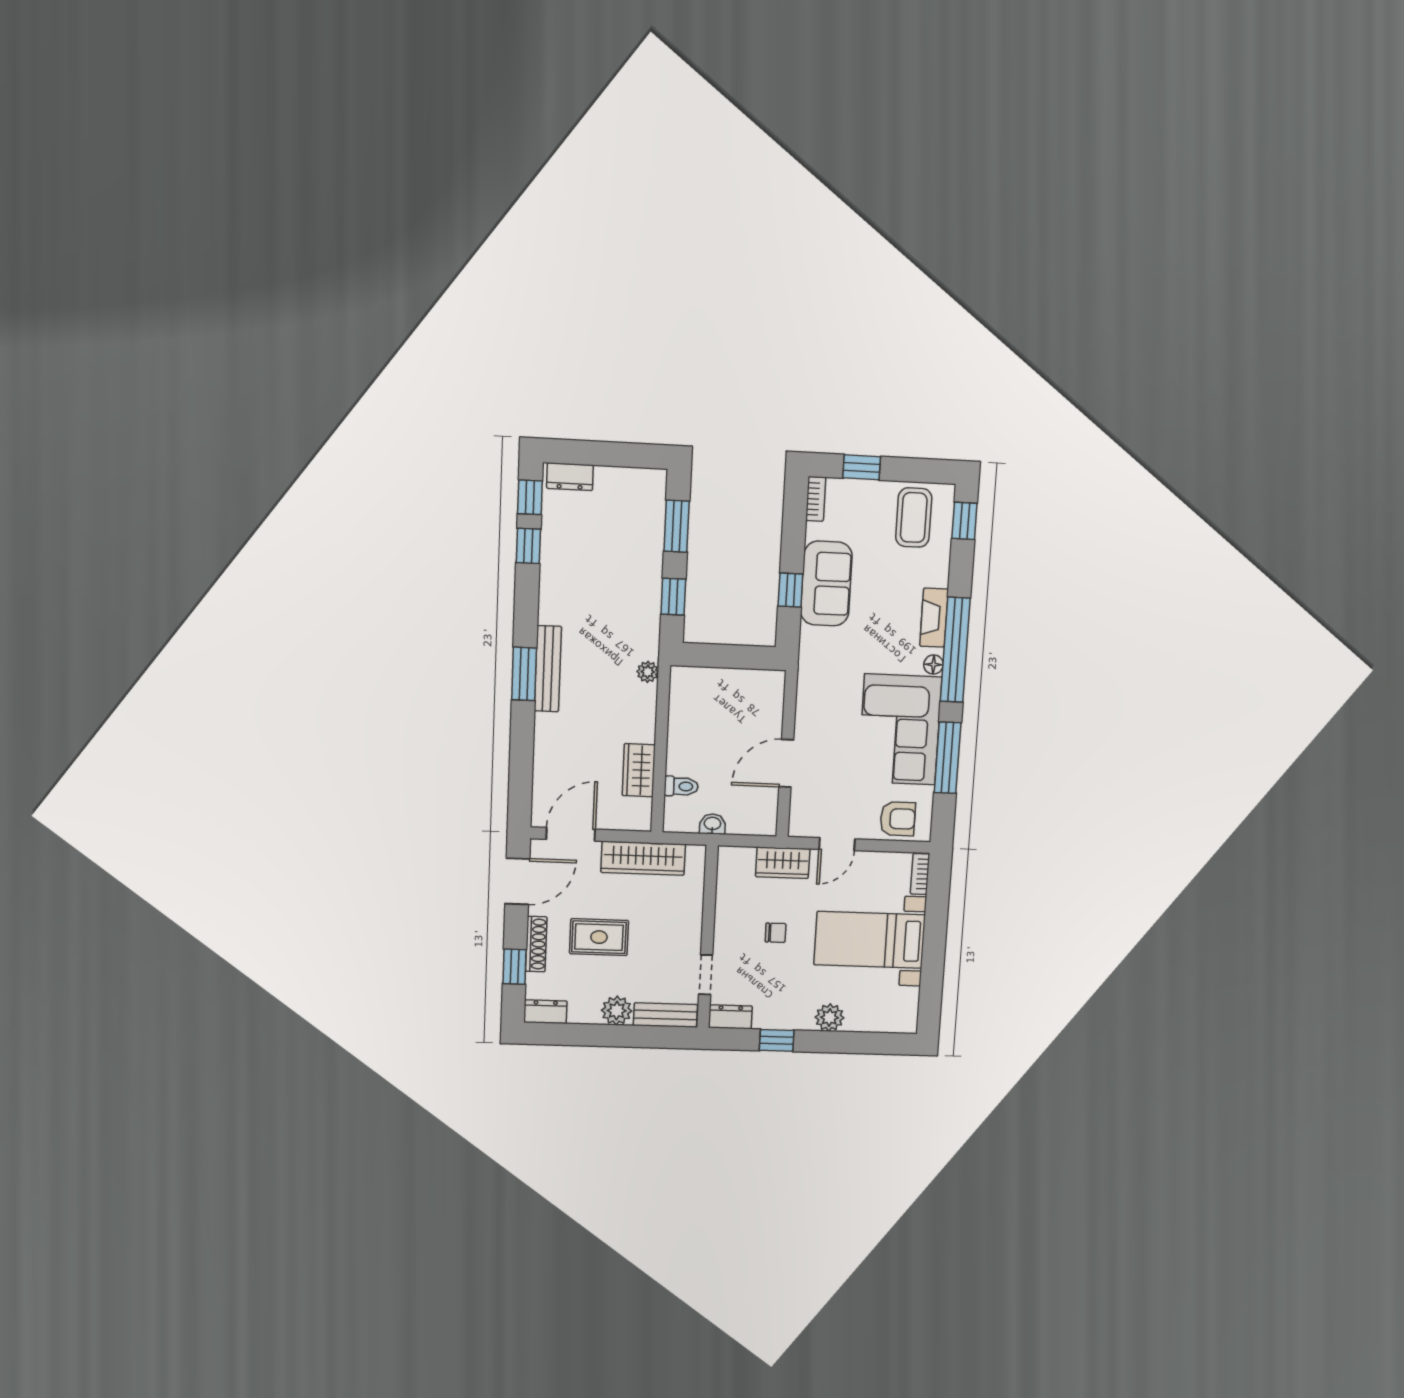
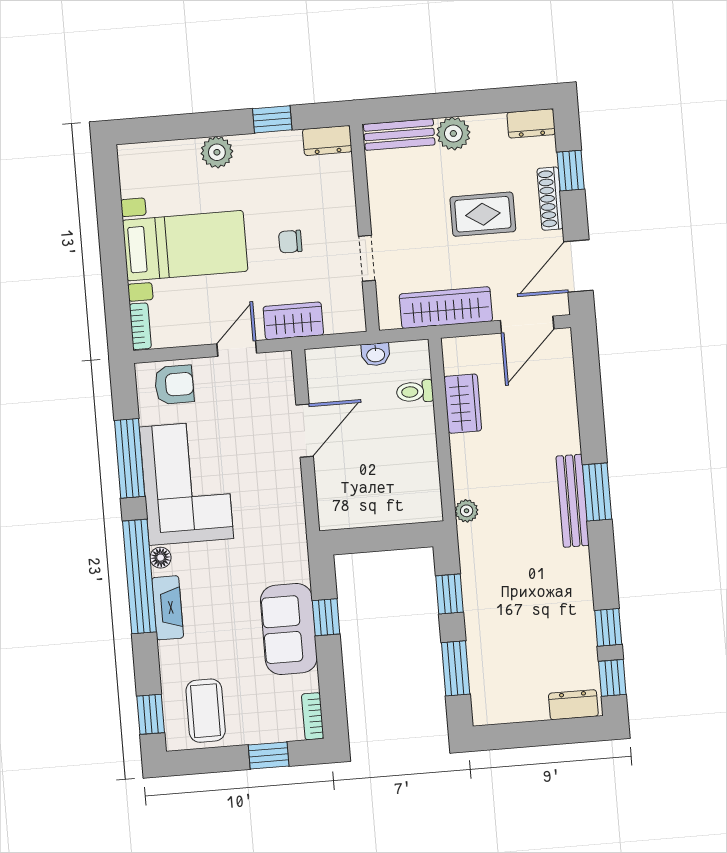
armchair: (898, 819) -> (174, 385), turned 180
doorway: (706, 975) -> (367, 258), moved

